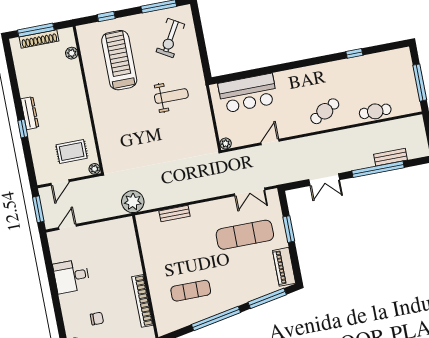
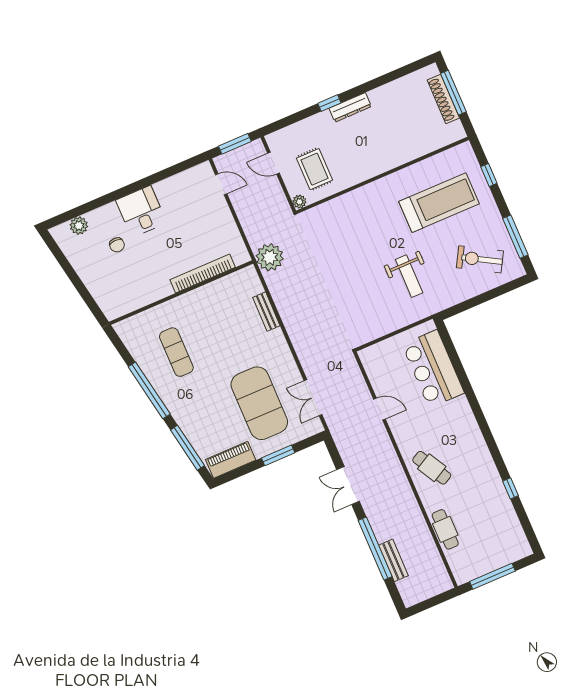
plant: (72, 53) -> (435, 143), removed
plant: (226, 143) -> (366, 355), removed
exercise mat: (245, 235) -> (259, 403), width x1.47
desk: (72, 276) -> (141, 211), moved
bookcase: (142, 301) -> (203, 273), moved

